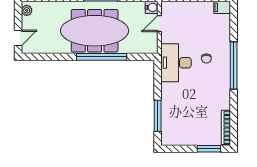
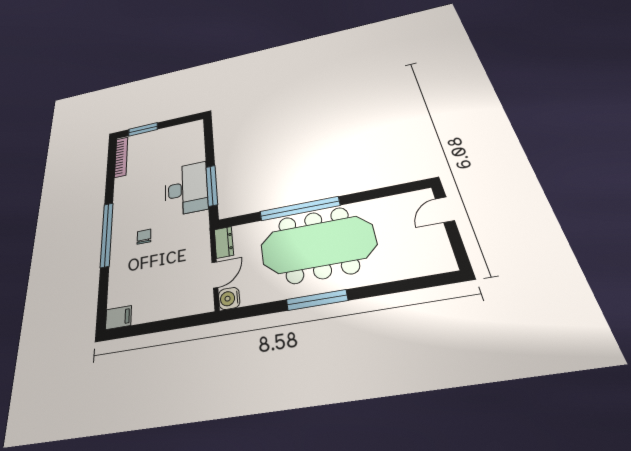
plant: (27, 10) -> (444, 256), removed
dresser: (152, 44) -> (224, 242), added
desk: (176, 63) -> (186, 189), moved
window: (158, 116) -> (212, 186), moved

